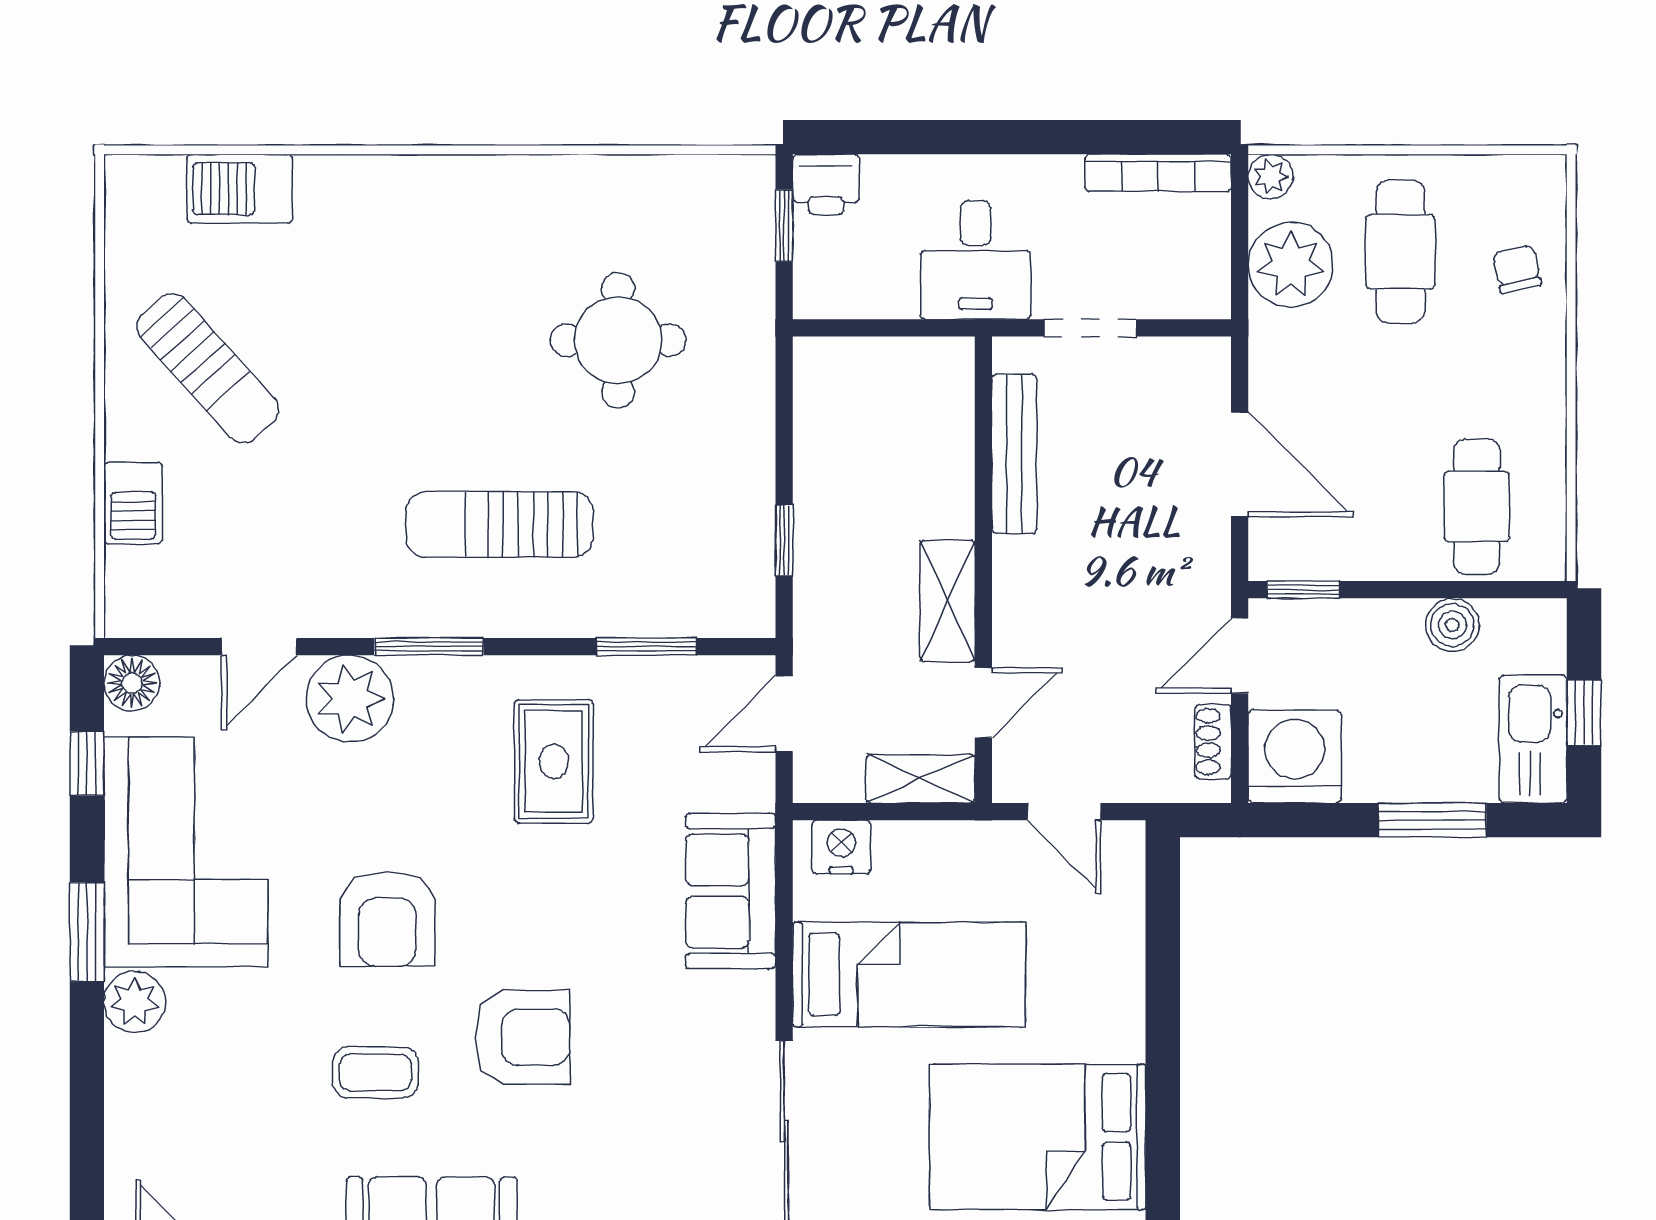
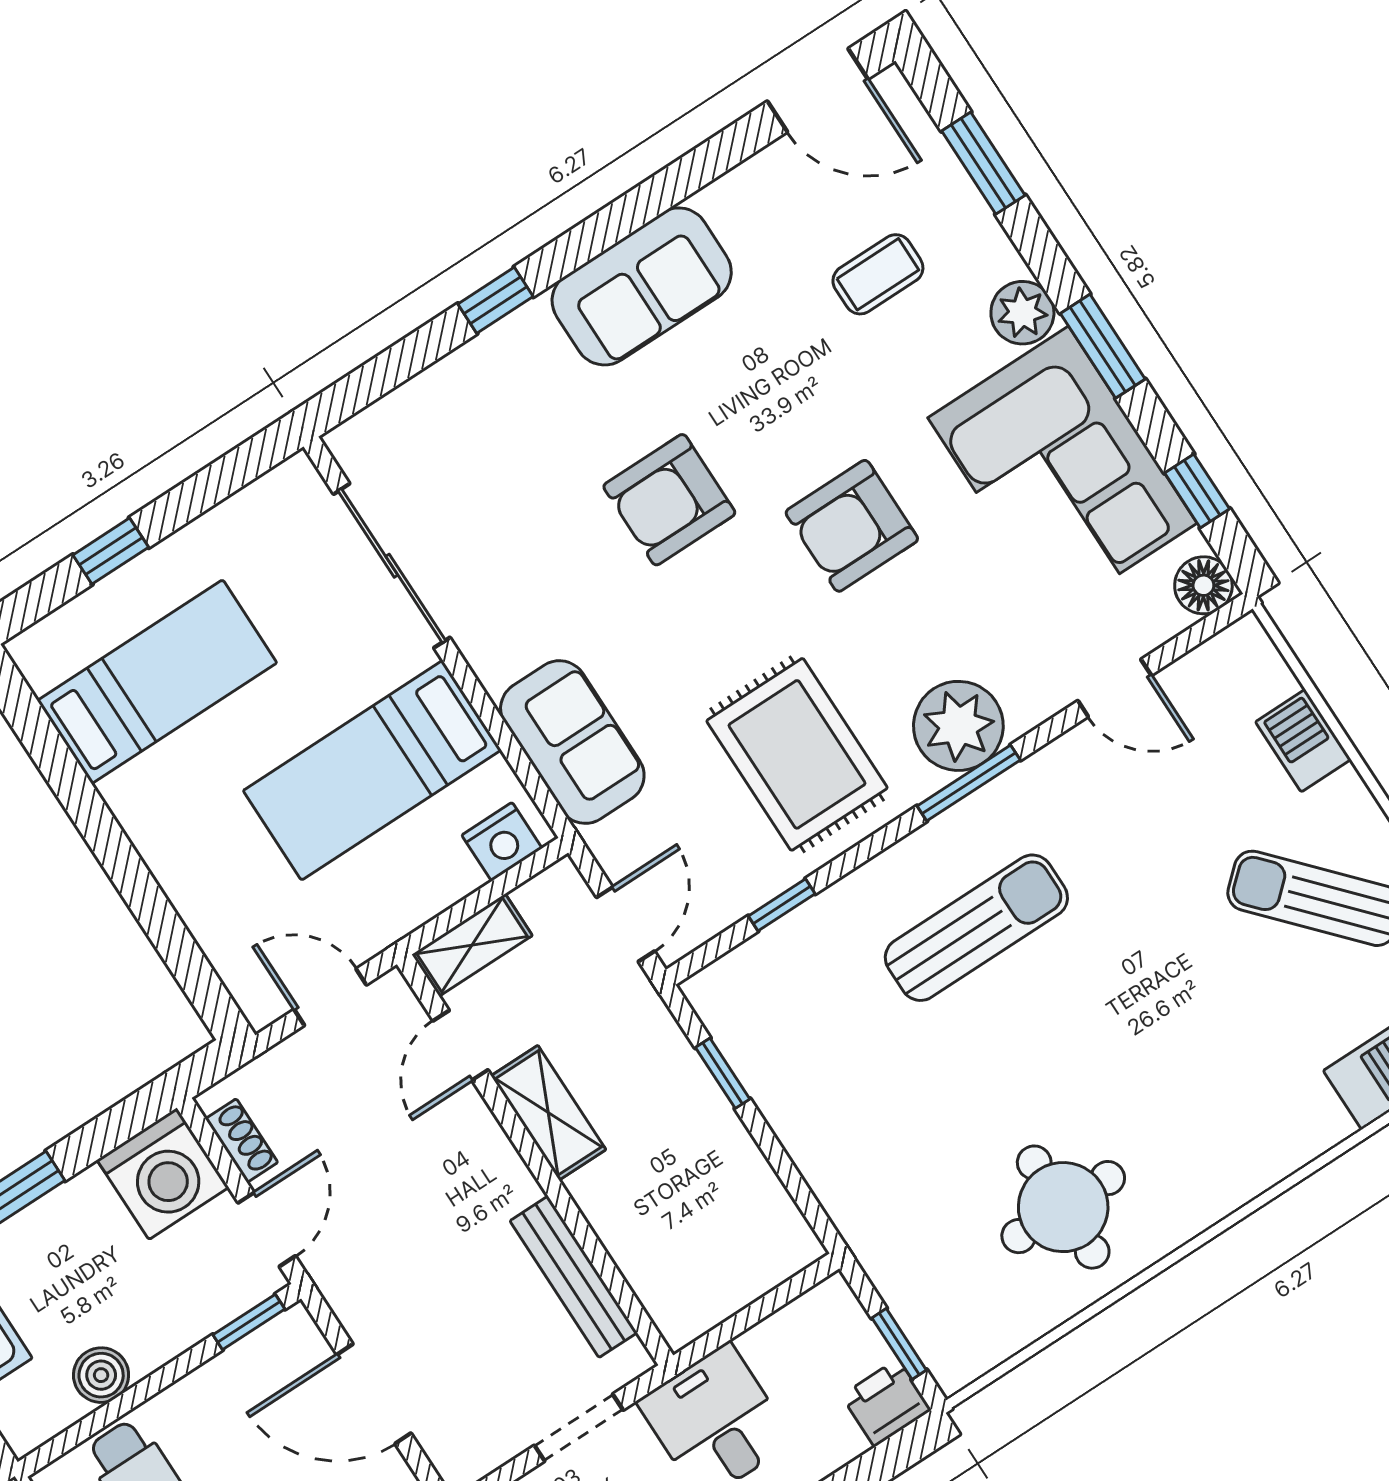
round table: (618, 340) -> (1063, 1207), moved
door: (259, 647) -> (1115, 688), swing flipped
window: (646, 647) -> (782, 905), width x0.67
plant: (350, 699) -> (958, 726), moved
rug: (554, 761) -> (797, 754), width x1.36, depth x1.43
armchair: (387, 919) -> (852, 526), turned -90
coffee table: (375, 1072) -> (878, 274), moved
bed: (1038, 1137) -> (157, 682), width x0.67
window: (87, 1145) -> (983, 163), added

